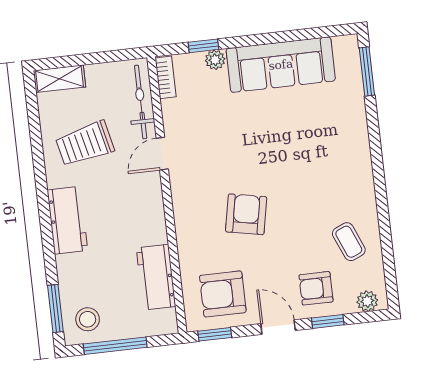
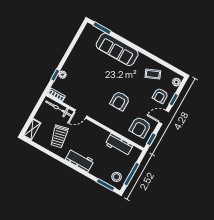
sofa: (281, 65) -> (117, 49), moved, turned 90
door: (162, 154) -> (80, 114), hinge flipped
armchair: (246, 214) -> (120, 101), turned -101

